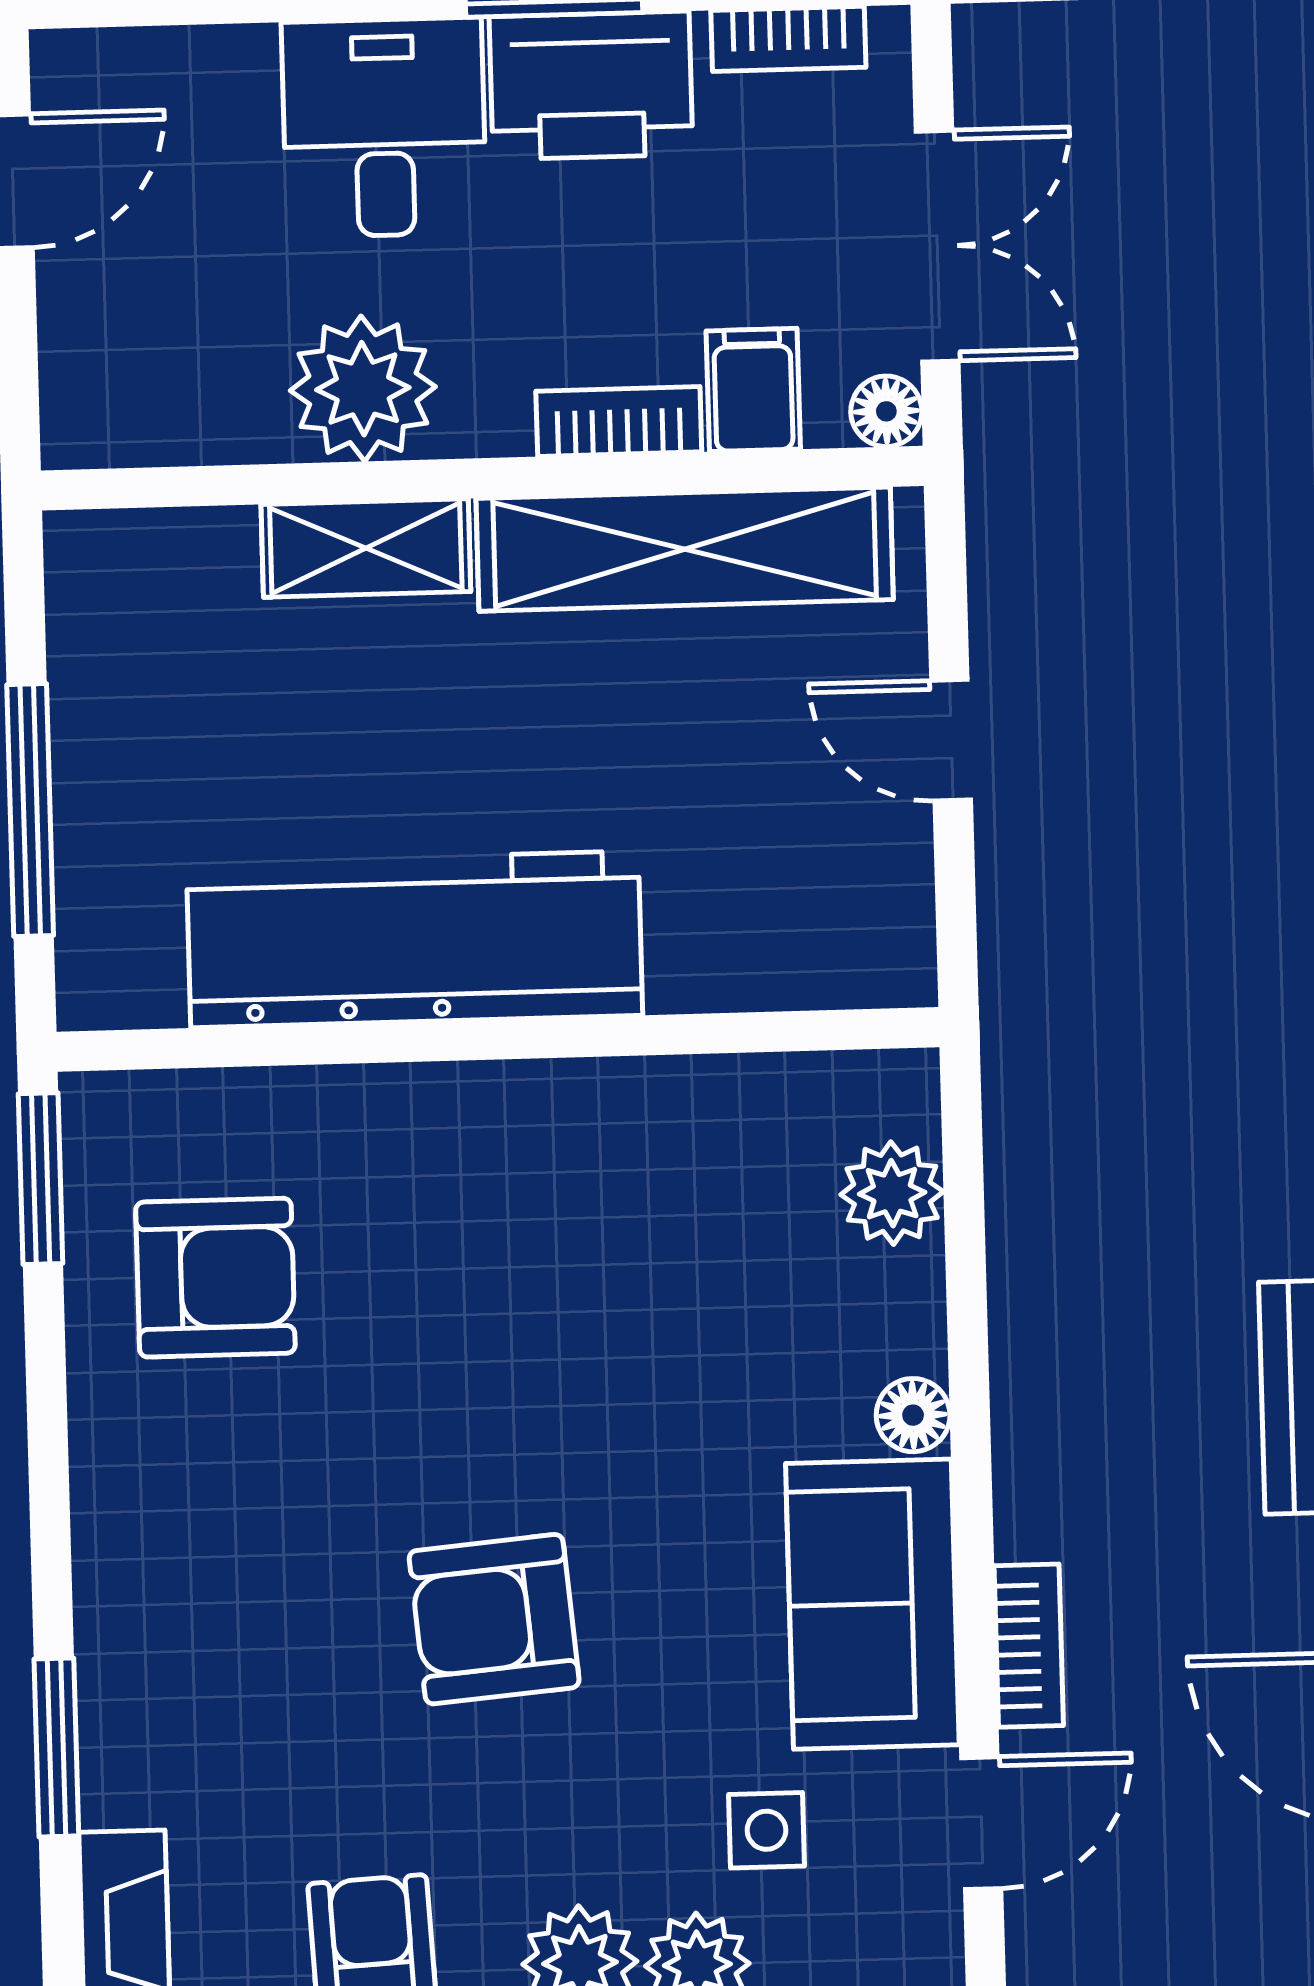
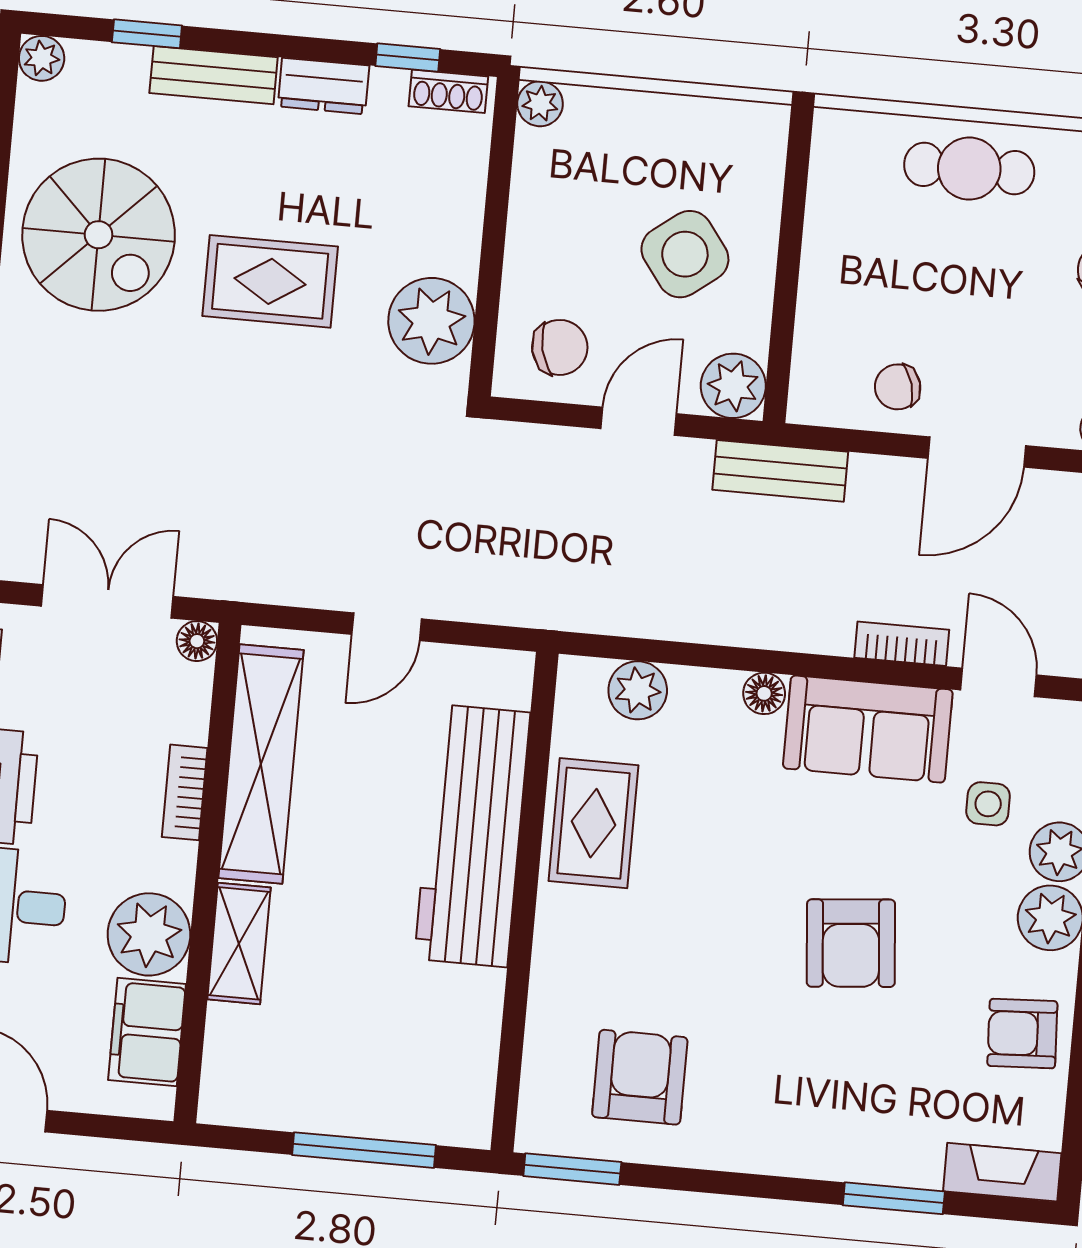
filing cabinet: (753, 390) -> (147, 1032), moved, width x2.00
workbench: (415, 939) -> (472, 836), moved
rug: (650, 1143) -> (593, 823), added

